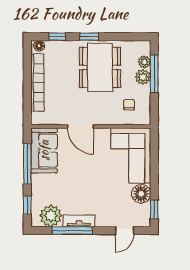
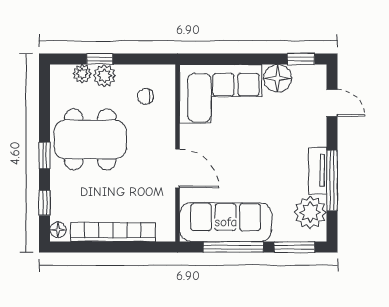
window: (154, 74) -> (100, 59), width x0.46
door: (80, 126) -> (177, 168), hinge flipped
sofa: (44, 150) -> (226, 222), width x1.36
window: (27, 205) -> (294, 247), width x1.50

